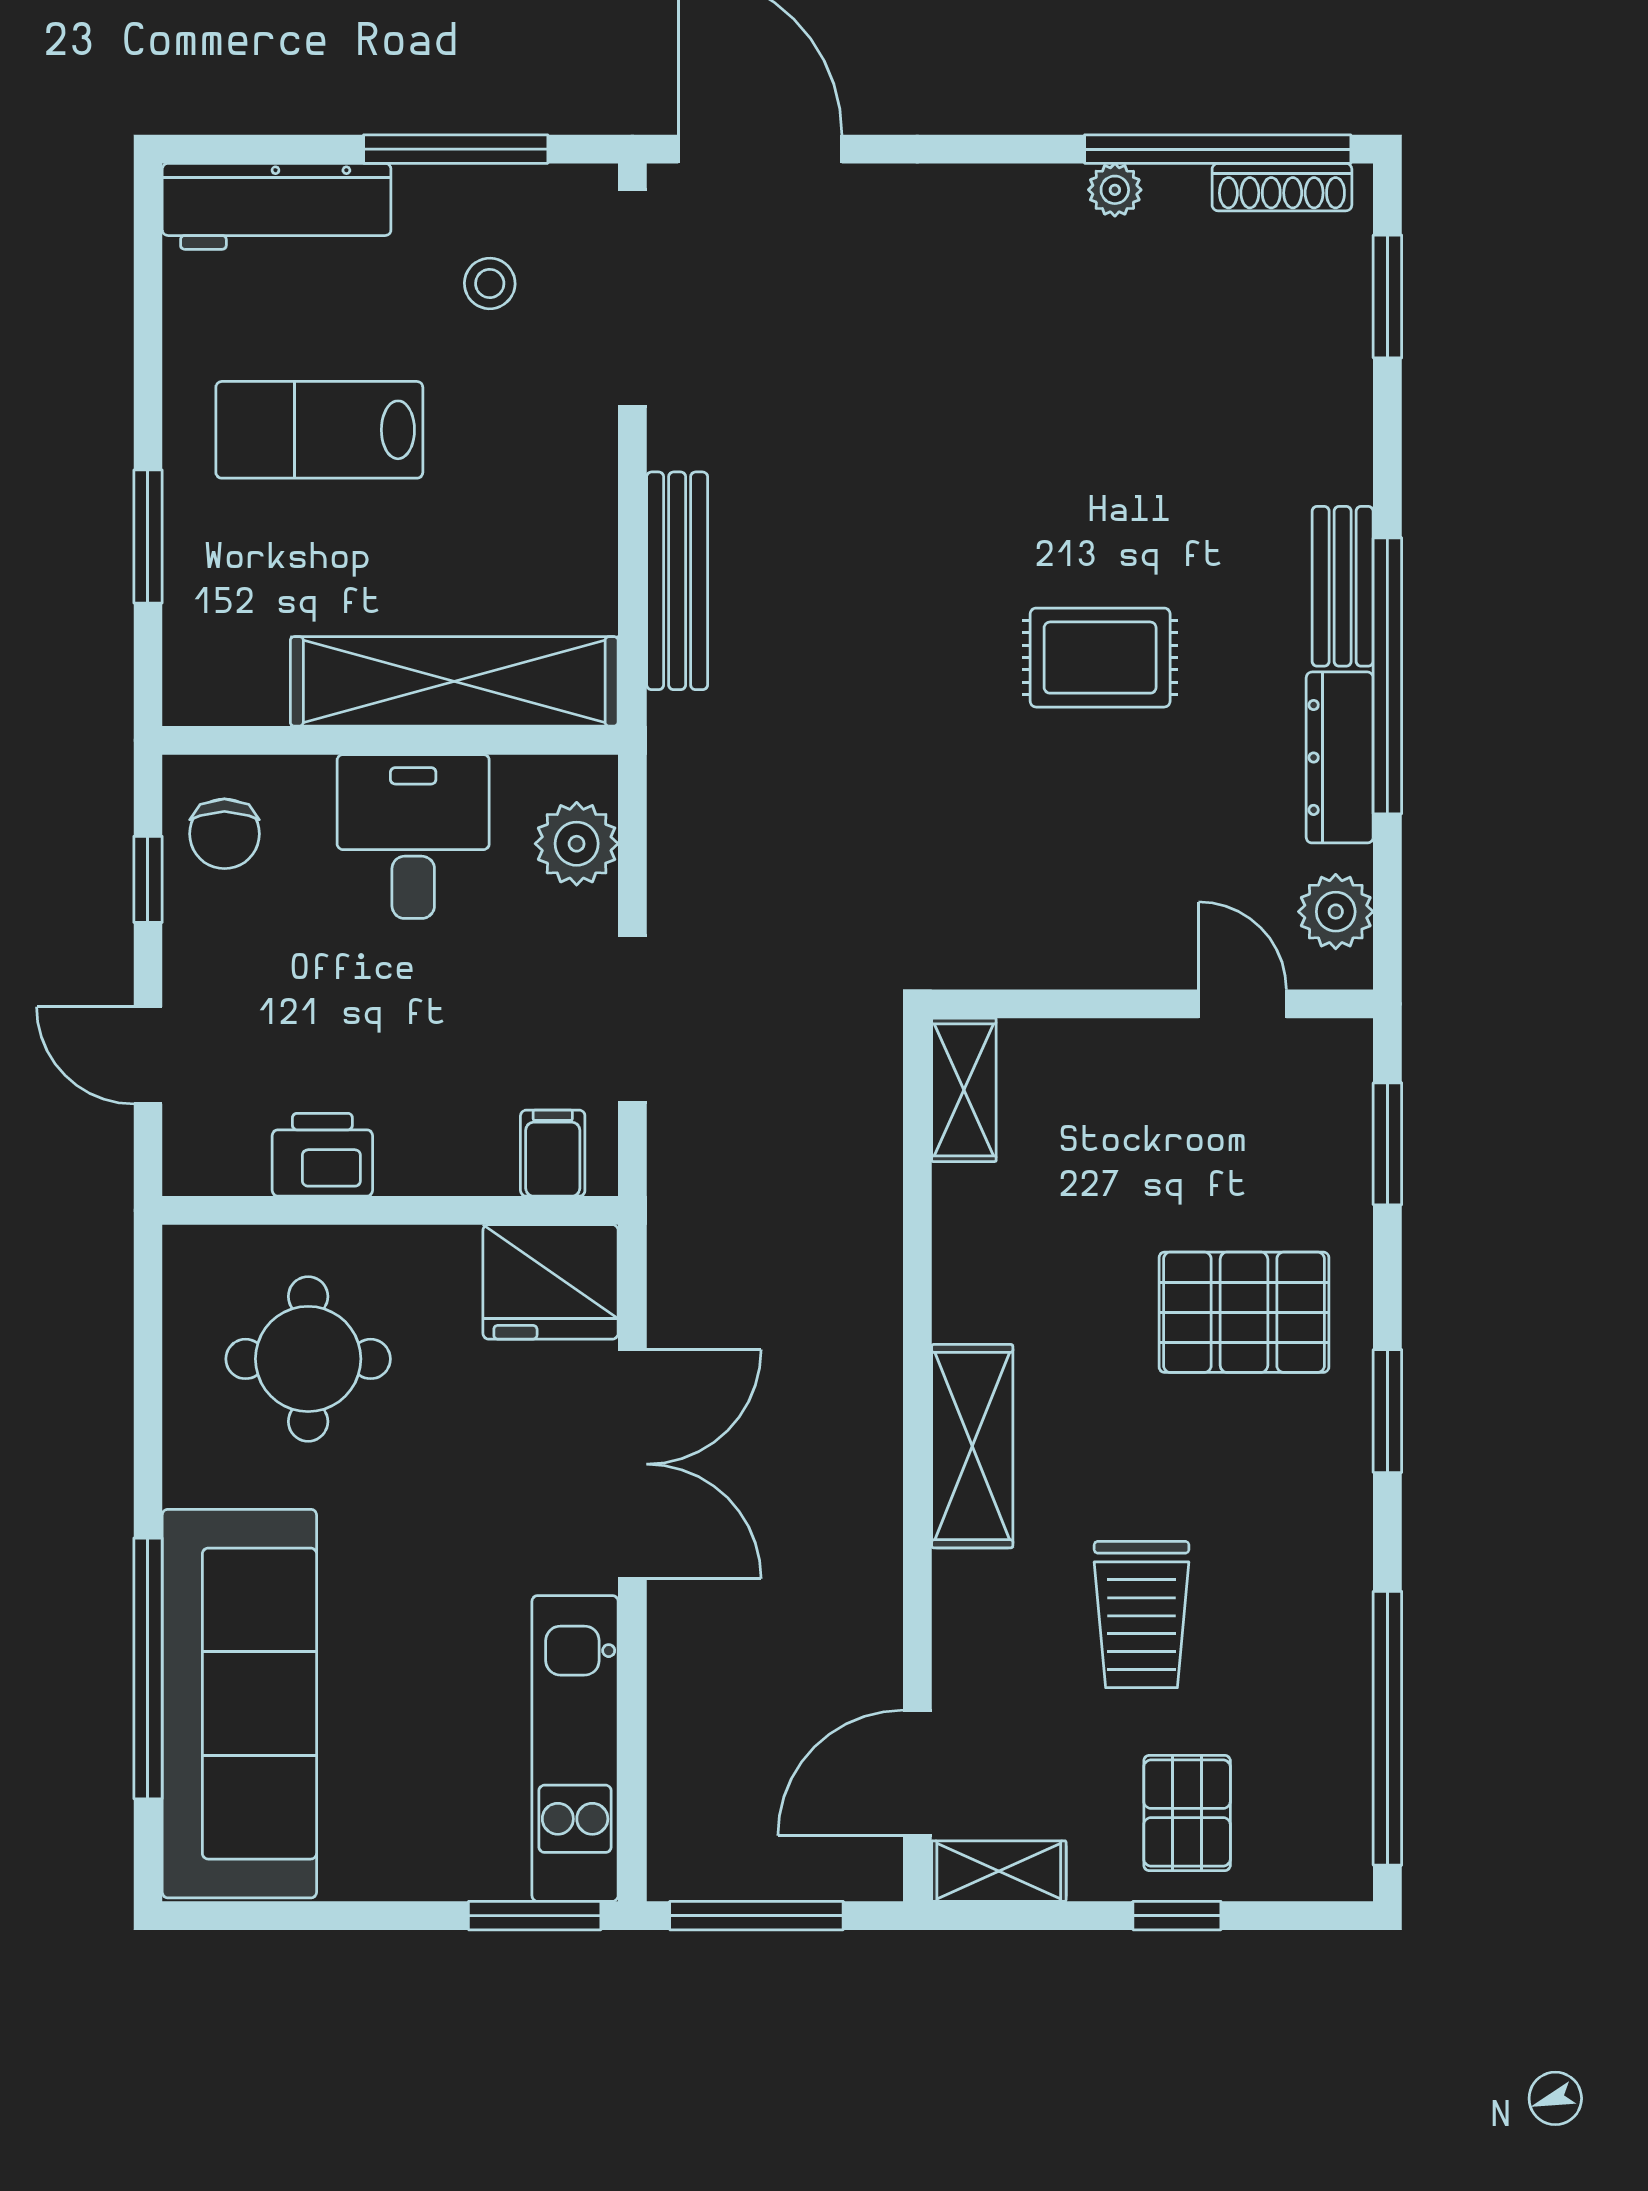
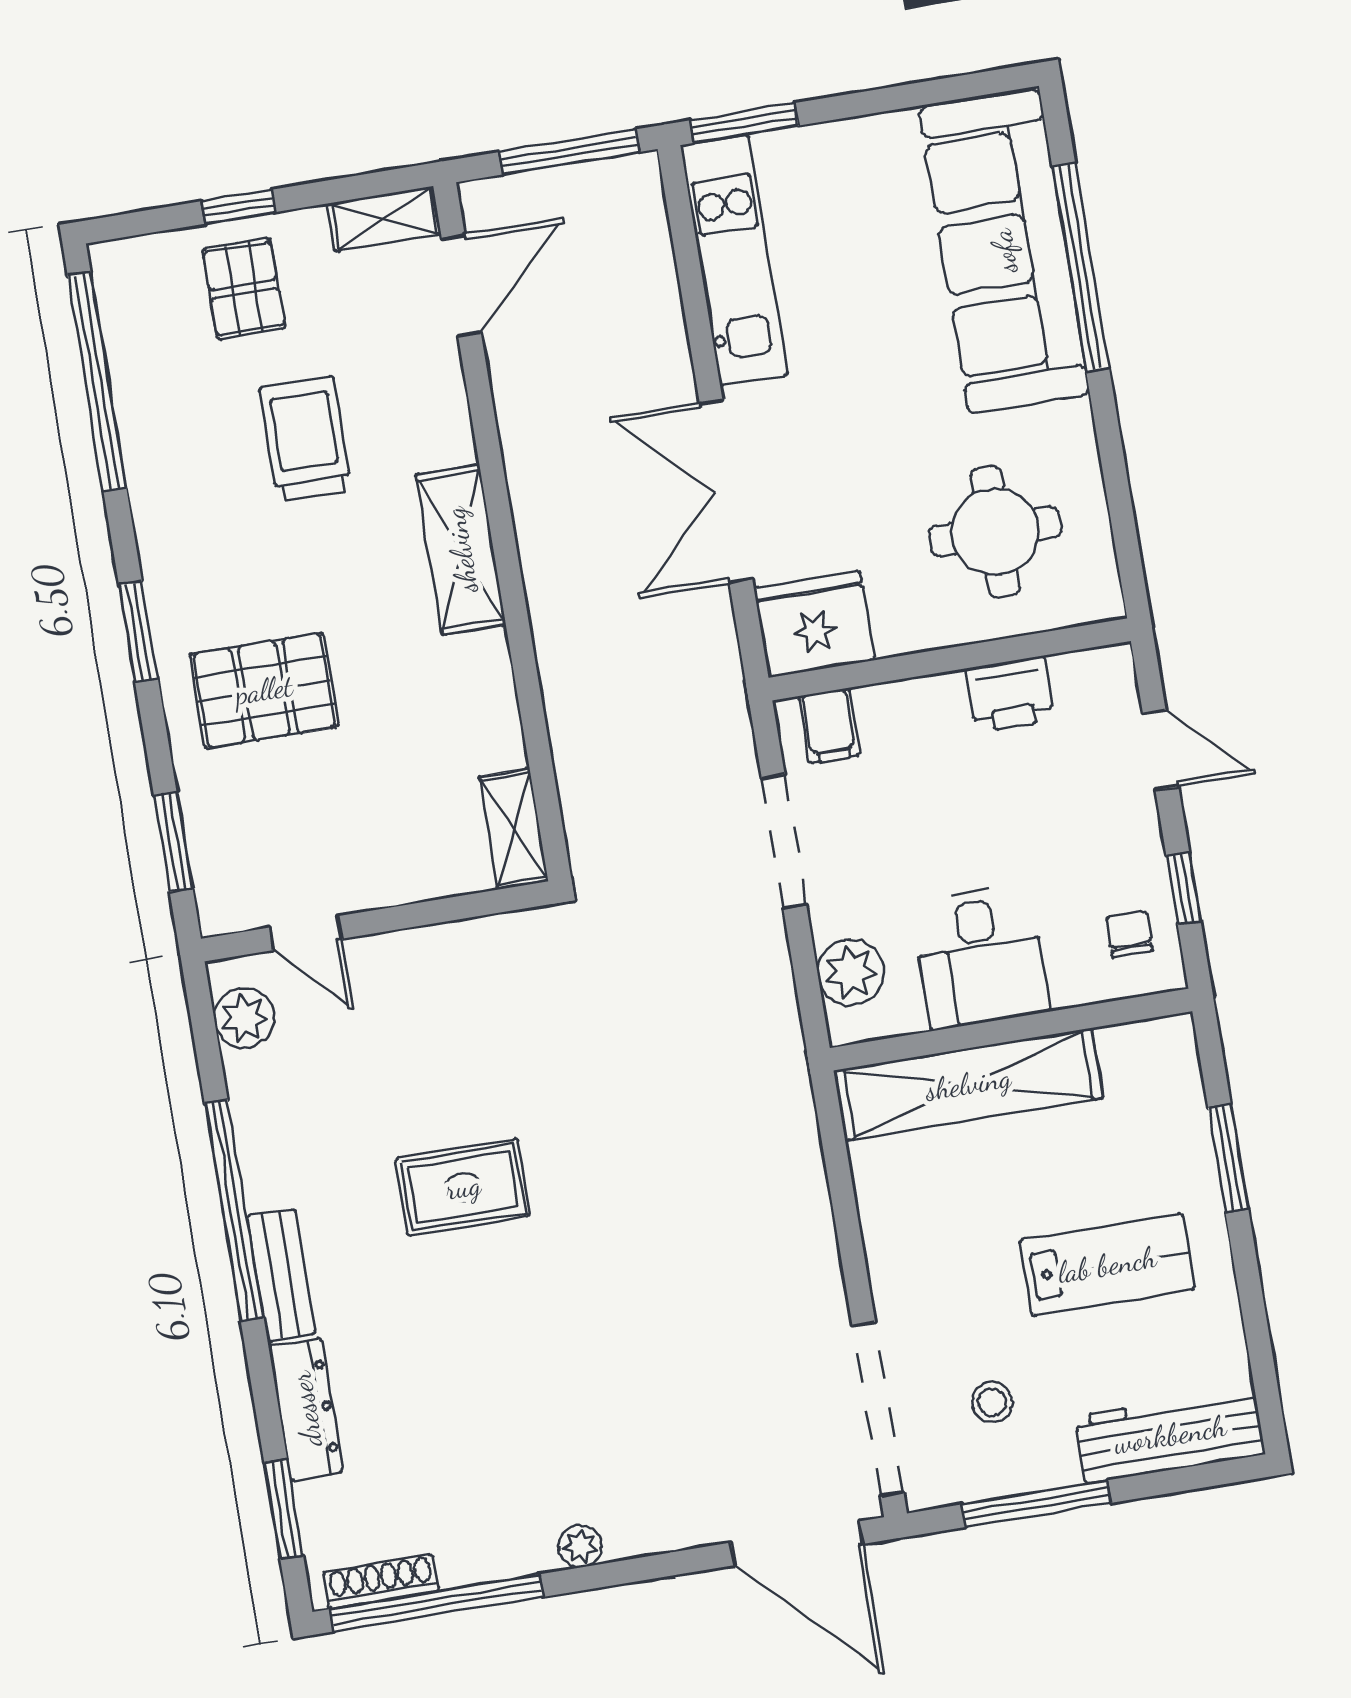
plant: (1115, 190) -> (580, 1546), moved
bench: (677, 581) -> (806, 1192), removed
dresser: (1340, 757) -> (306, 1409), moved
chair: (224, 834) -> (1129, 934), width x0.73, depth x0.73

